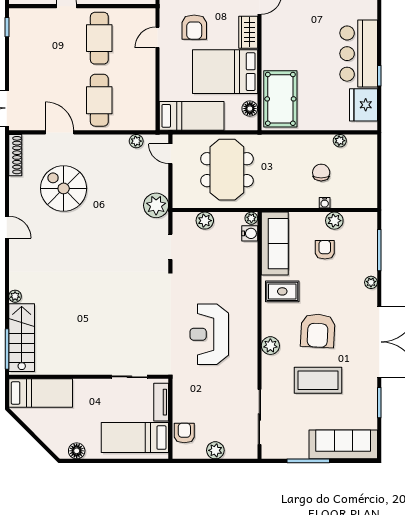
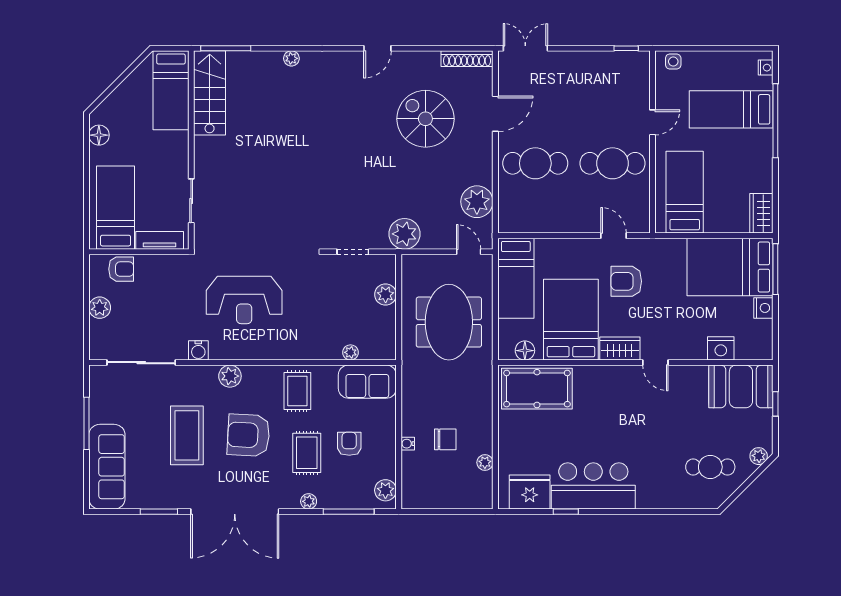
plant: (136, 141) -> (477, 202), width x1.88, depth x1.88
door: (170, 154) -> (469, 252), hinge flipped
meeting table: (227, 170) -> (449, 322), turned 90
spiral stairs: (64, 188) -> (425, 119), turned -90
plant: (251, 218) -> (351, 352), moved
plant: (334, 221) -> (385, 490), moved
water cooler: (250, 233) -> (198, 350), moved
sofa: (275, 244) -> (367, 382), width x0.73
armchair: (325, 250) -> (349, 444), turned -90
rug: (332, 284) -> (307, 453), added
reception desk: (209, 334) -> (244, 300), turned 180
stairs: (22, 338) -> (210, 93), moved, turned -90

